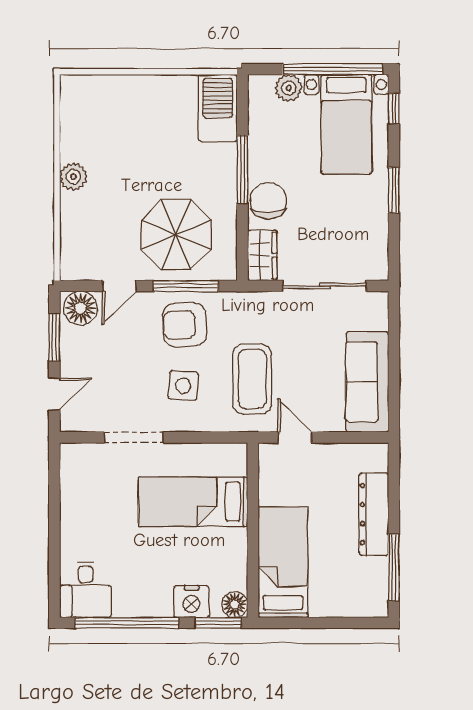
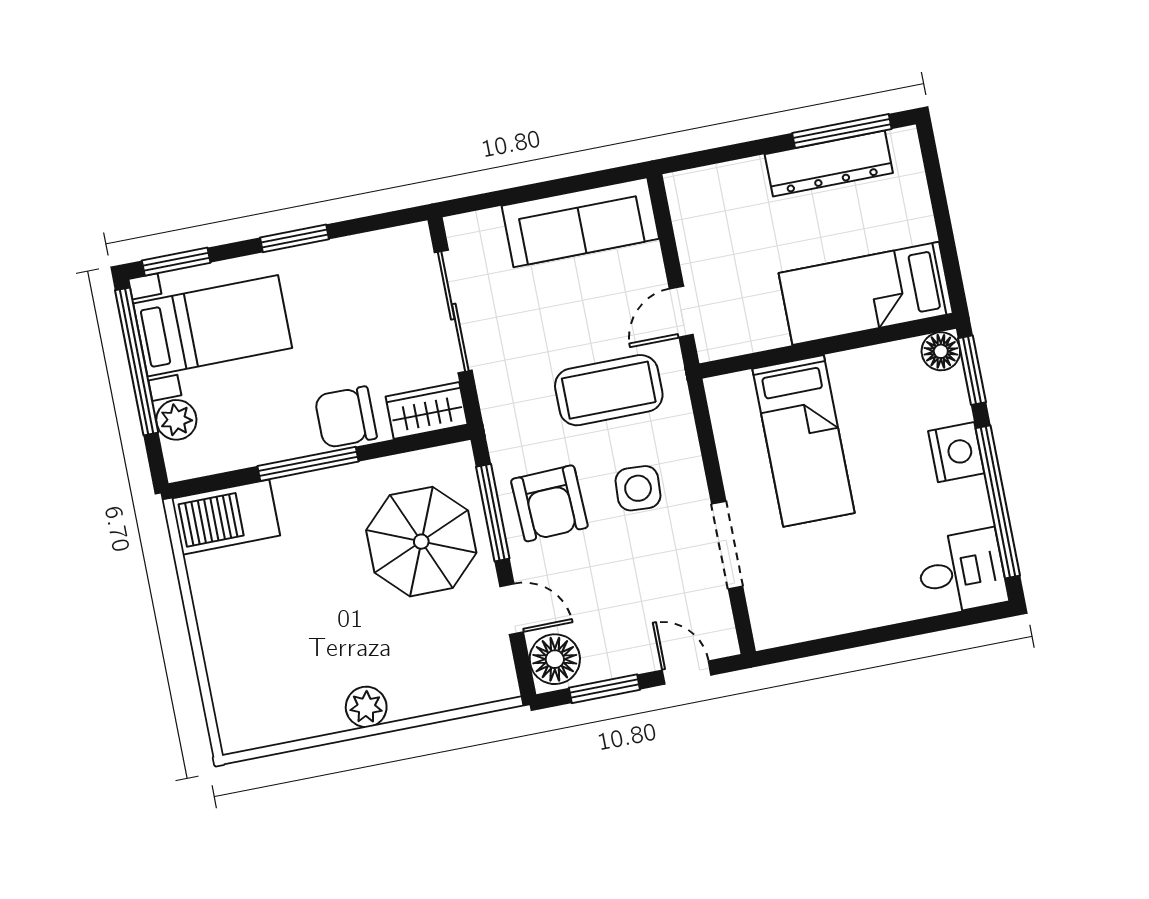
window: (394, 108) -> (176, 262), width x1.50
dresser: (374, 514) -> (829, 164), moved
nightstand: (192, 602) -> (956, 452), moved

